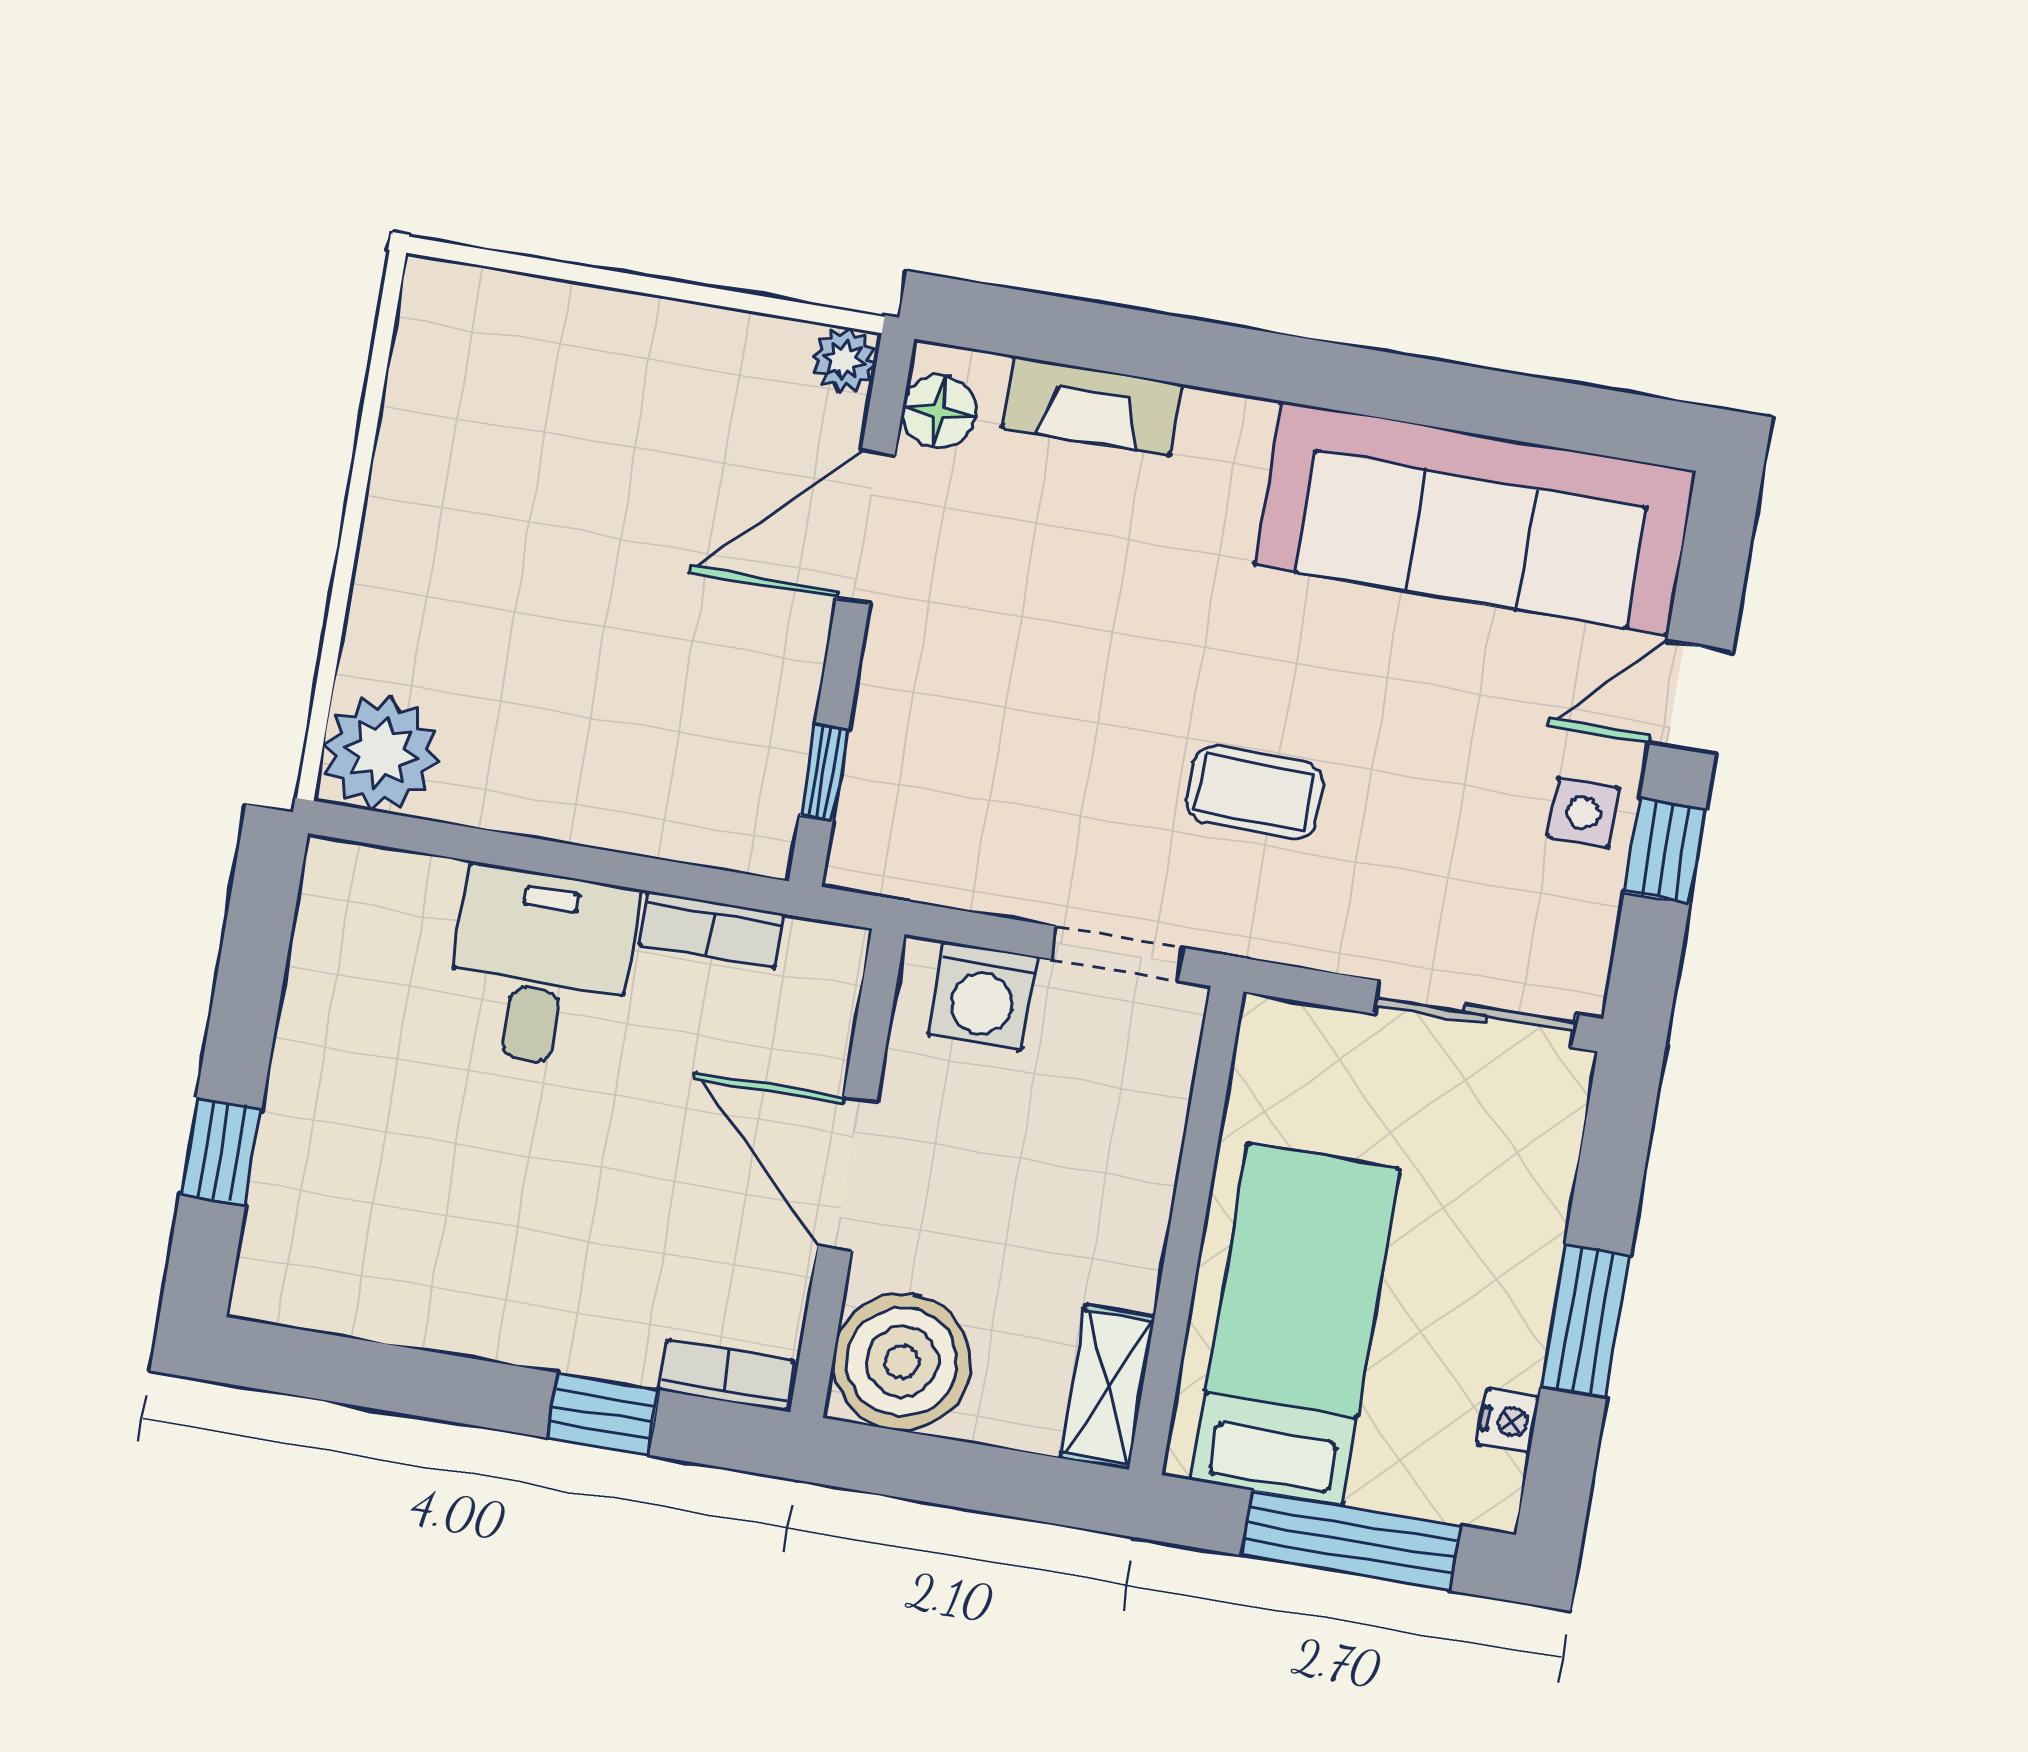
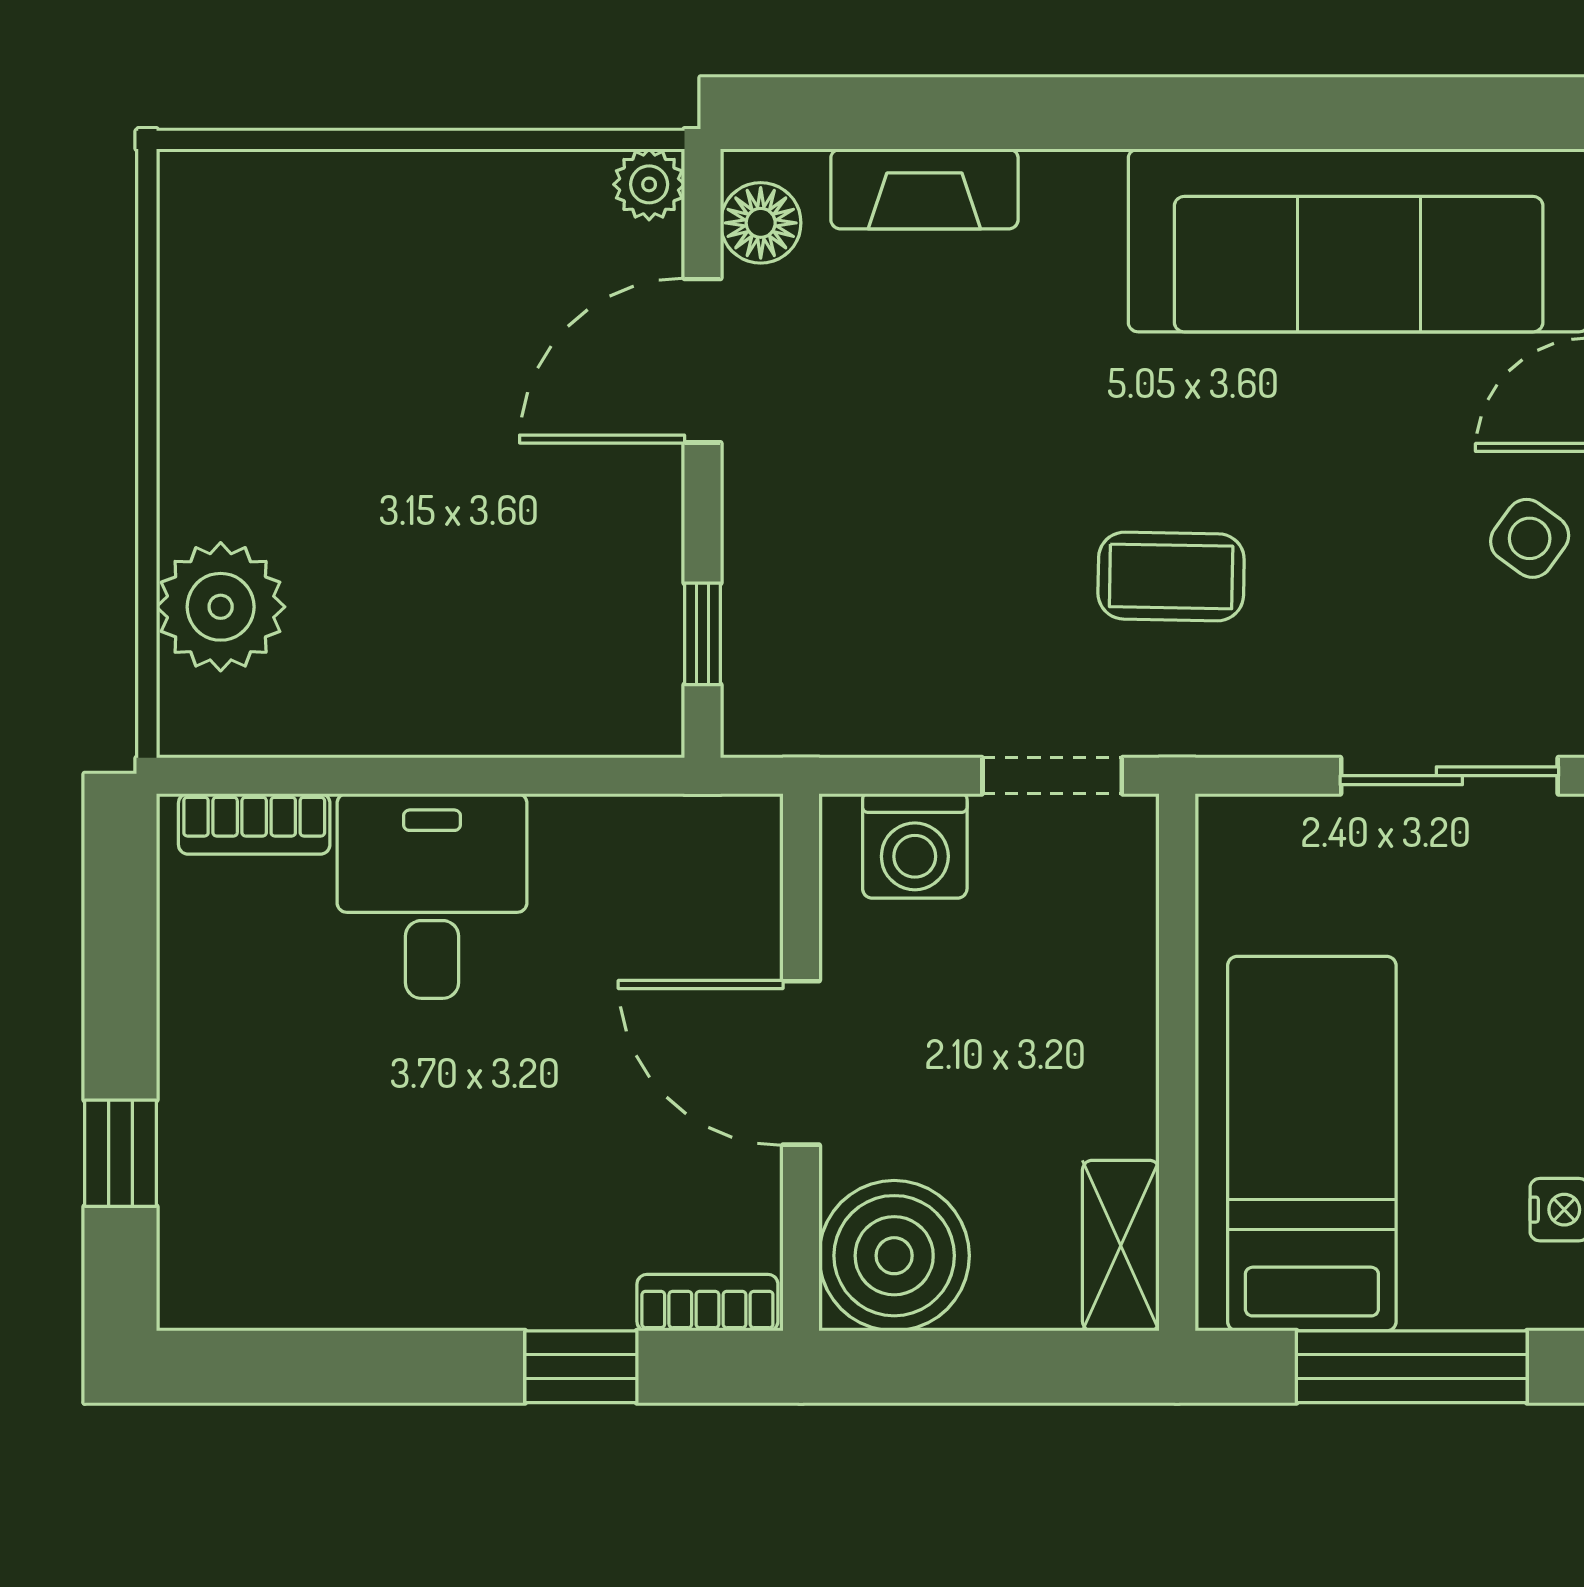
plant: (381, 753) -> (221, 607), moved
side table: (1583, 813) -> (1530, 538), turned 36
bookcase: (712, 930) -> (254, 824), moved

